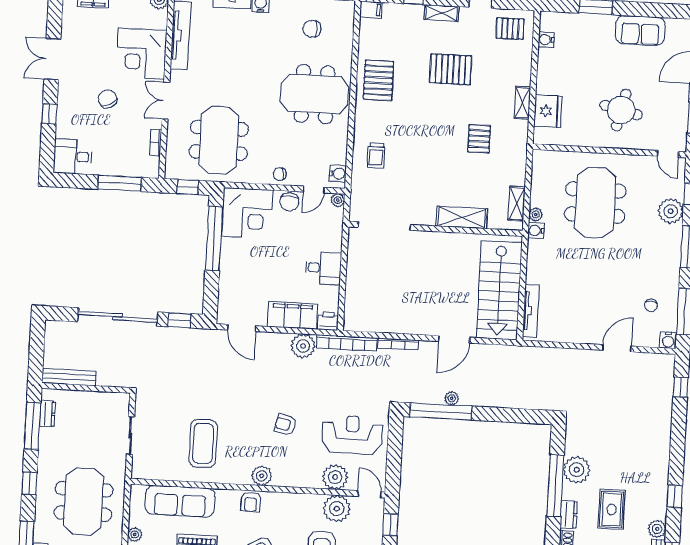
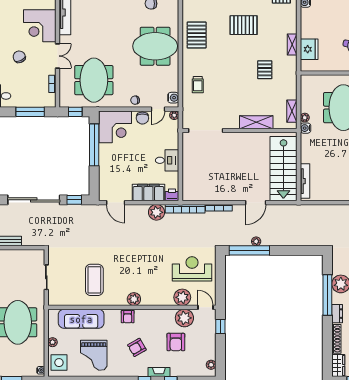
double door: (166, 101) -> (58, 56), swing flipped
armchair: (286, 425) -> (148, 265), removed

